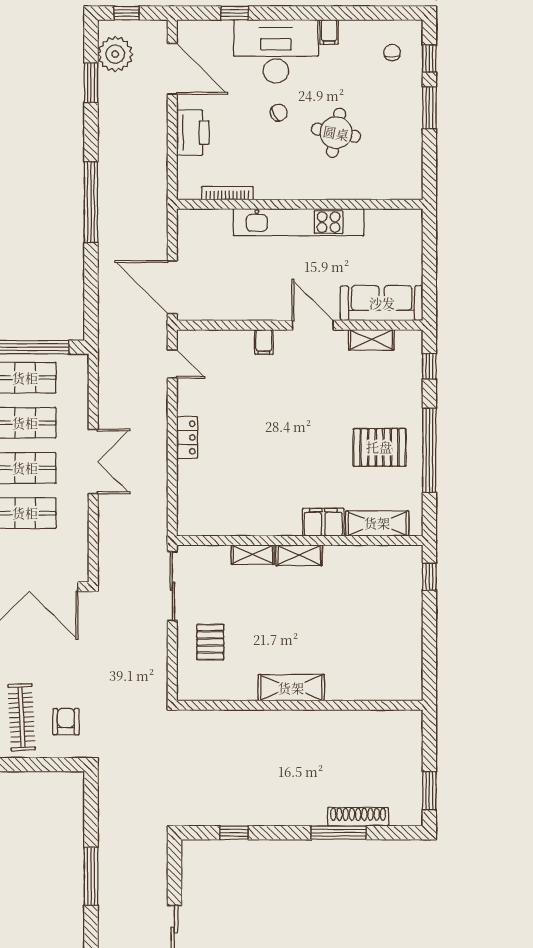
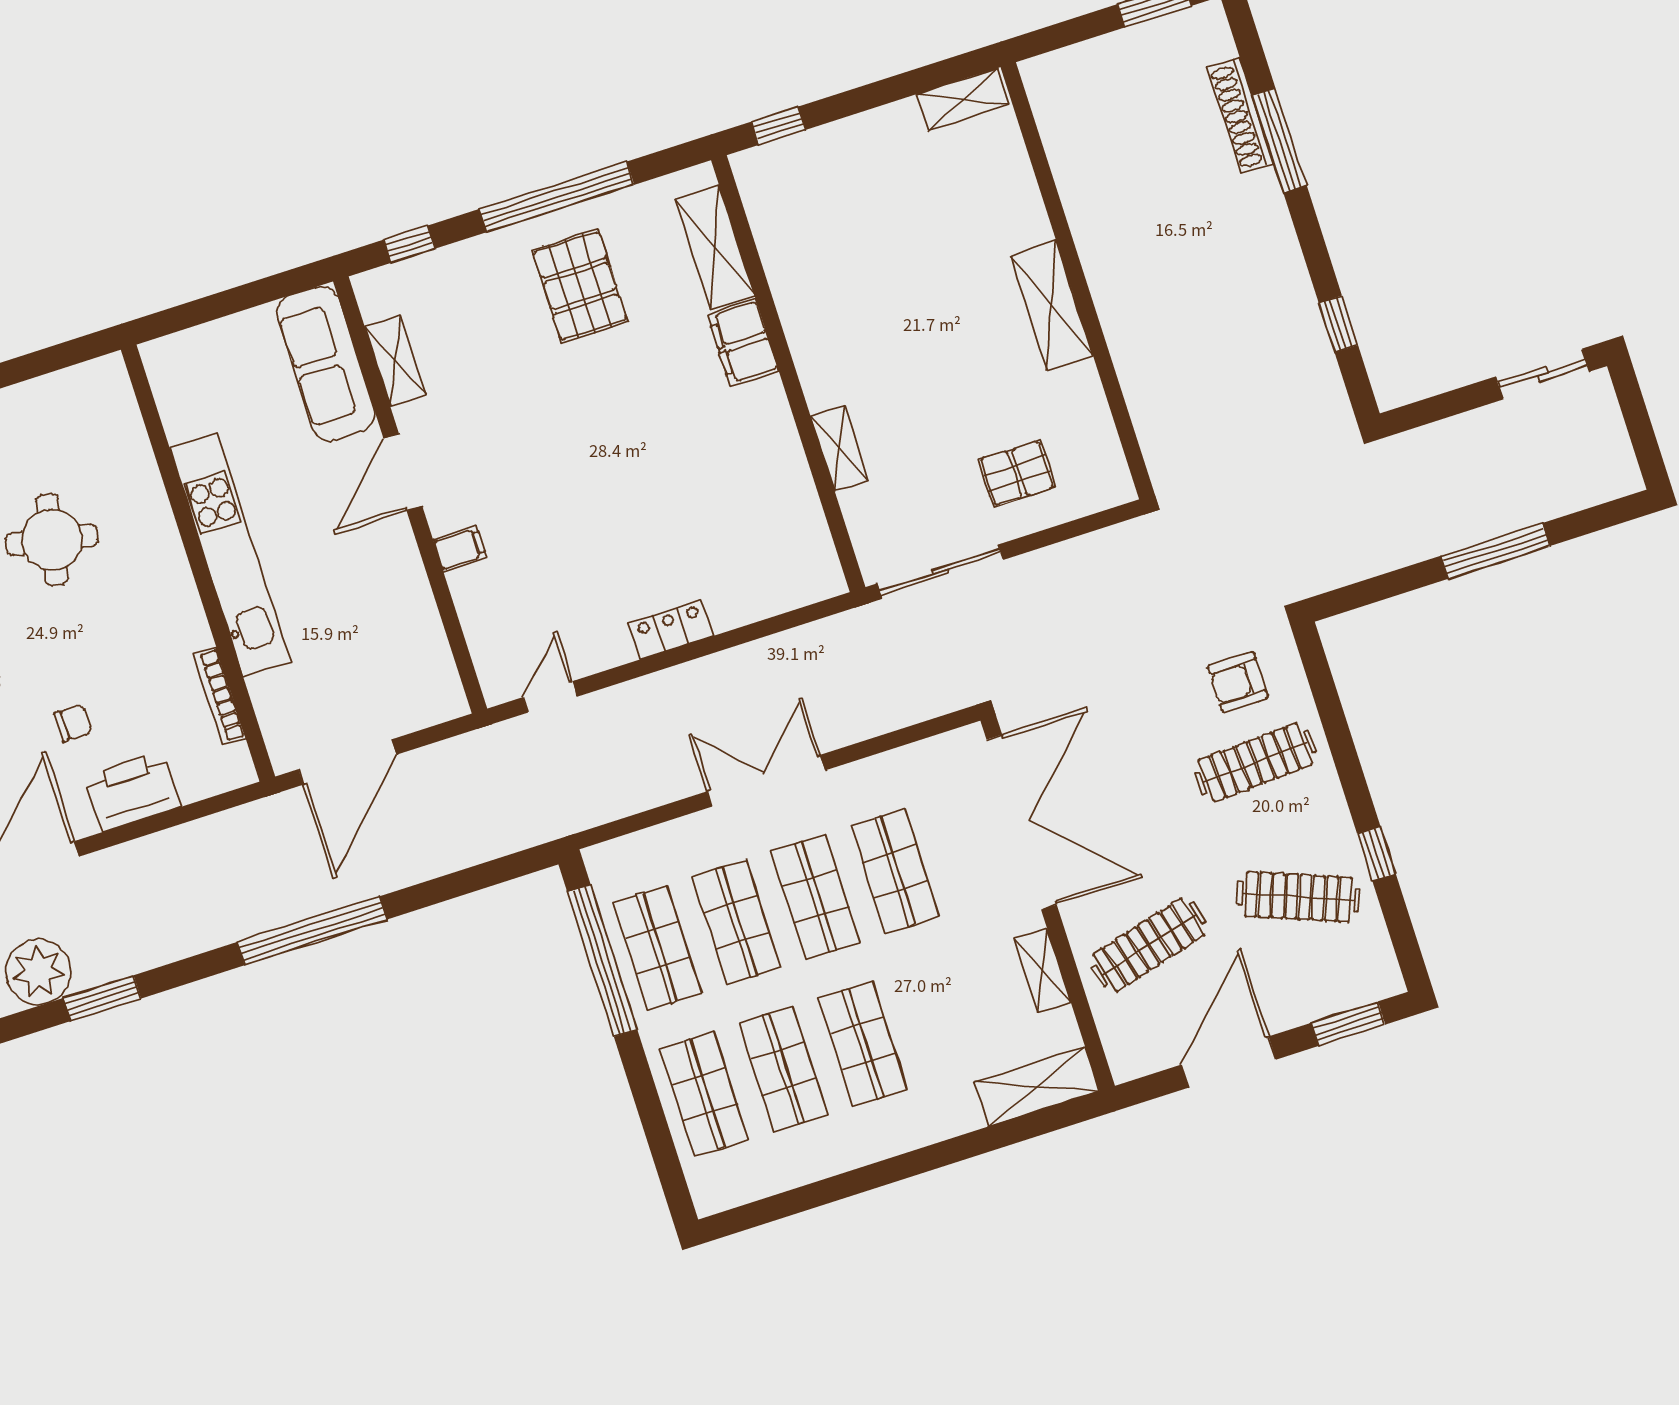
chair: (279, 113) -> (73, 723), moved, turned 120
door: (172, 287) -> (348, 762), moved
shelving: (299, 555) -> (962, 100), moved, turned 90

